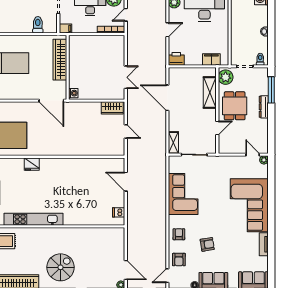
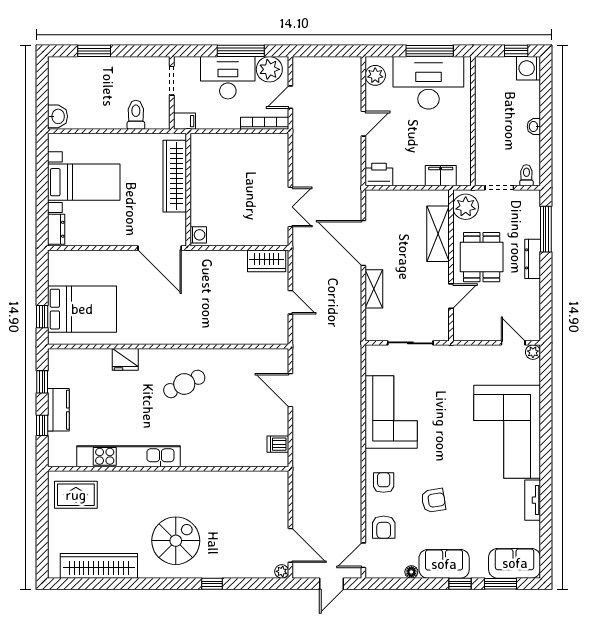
shelving: (173, 143) -> (374, 289), moved
cafe table: (65, 178) -> (184, 384), added

